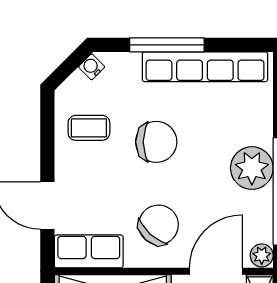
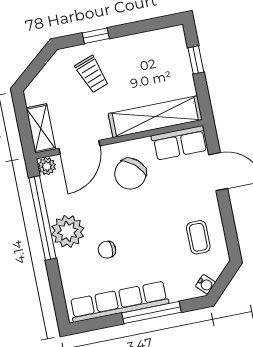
coffee table: (89, 128) -> (198, 237), turned 90
chair: (156, 142) -> (107, 250), moved, width x0.54, depth x0.54

